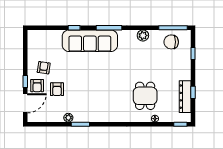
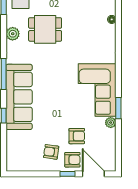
dining table: (145, 96) -> (45, 29), moved
corner sofa: (96, 106) -> (97, 90), added

